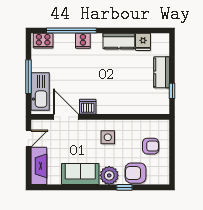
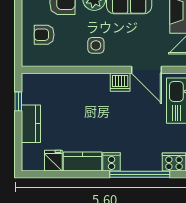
cooker: (83, 41) -> (112, 162), moved

